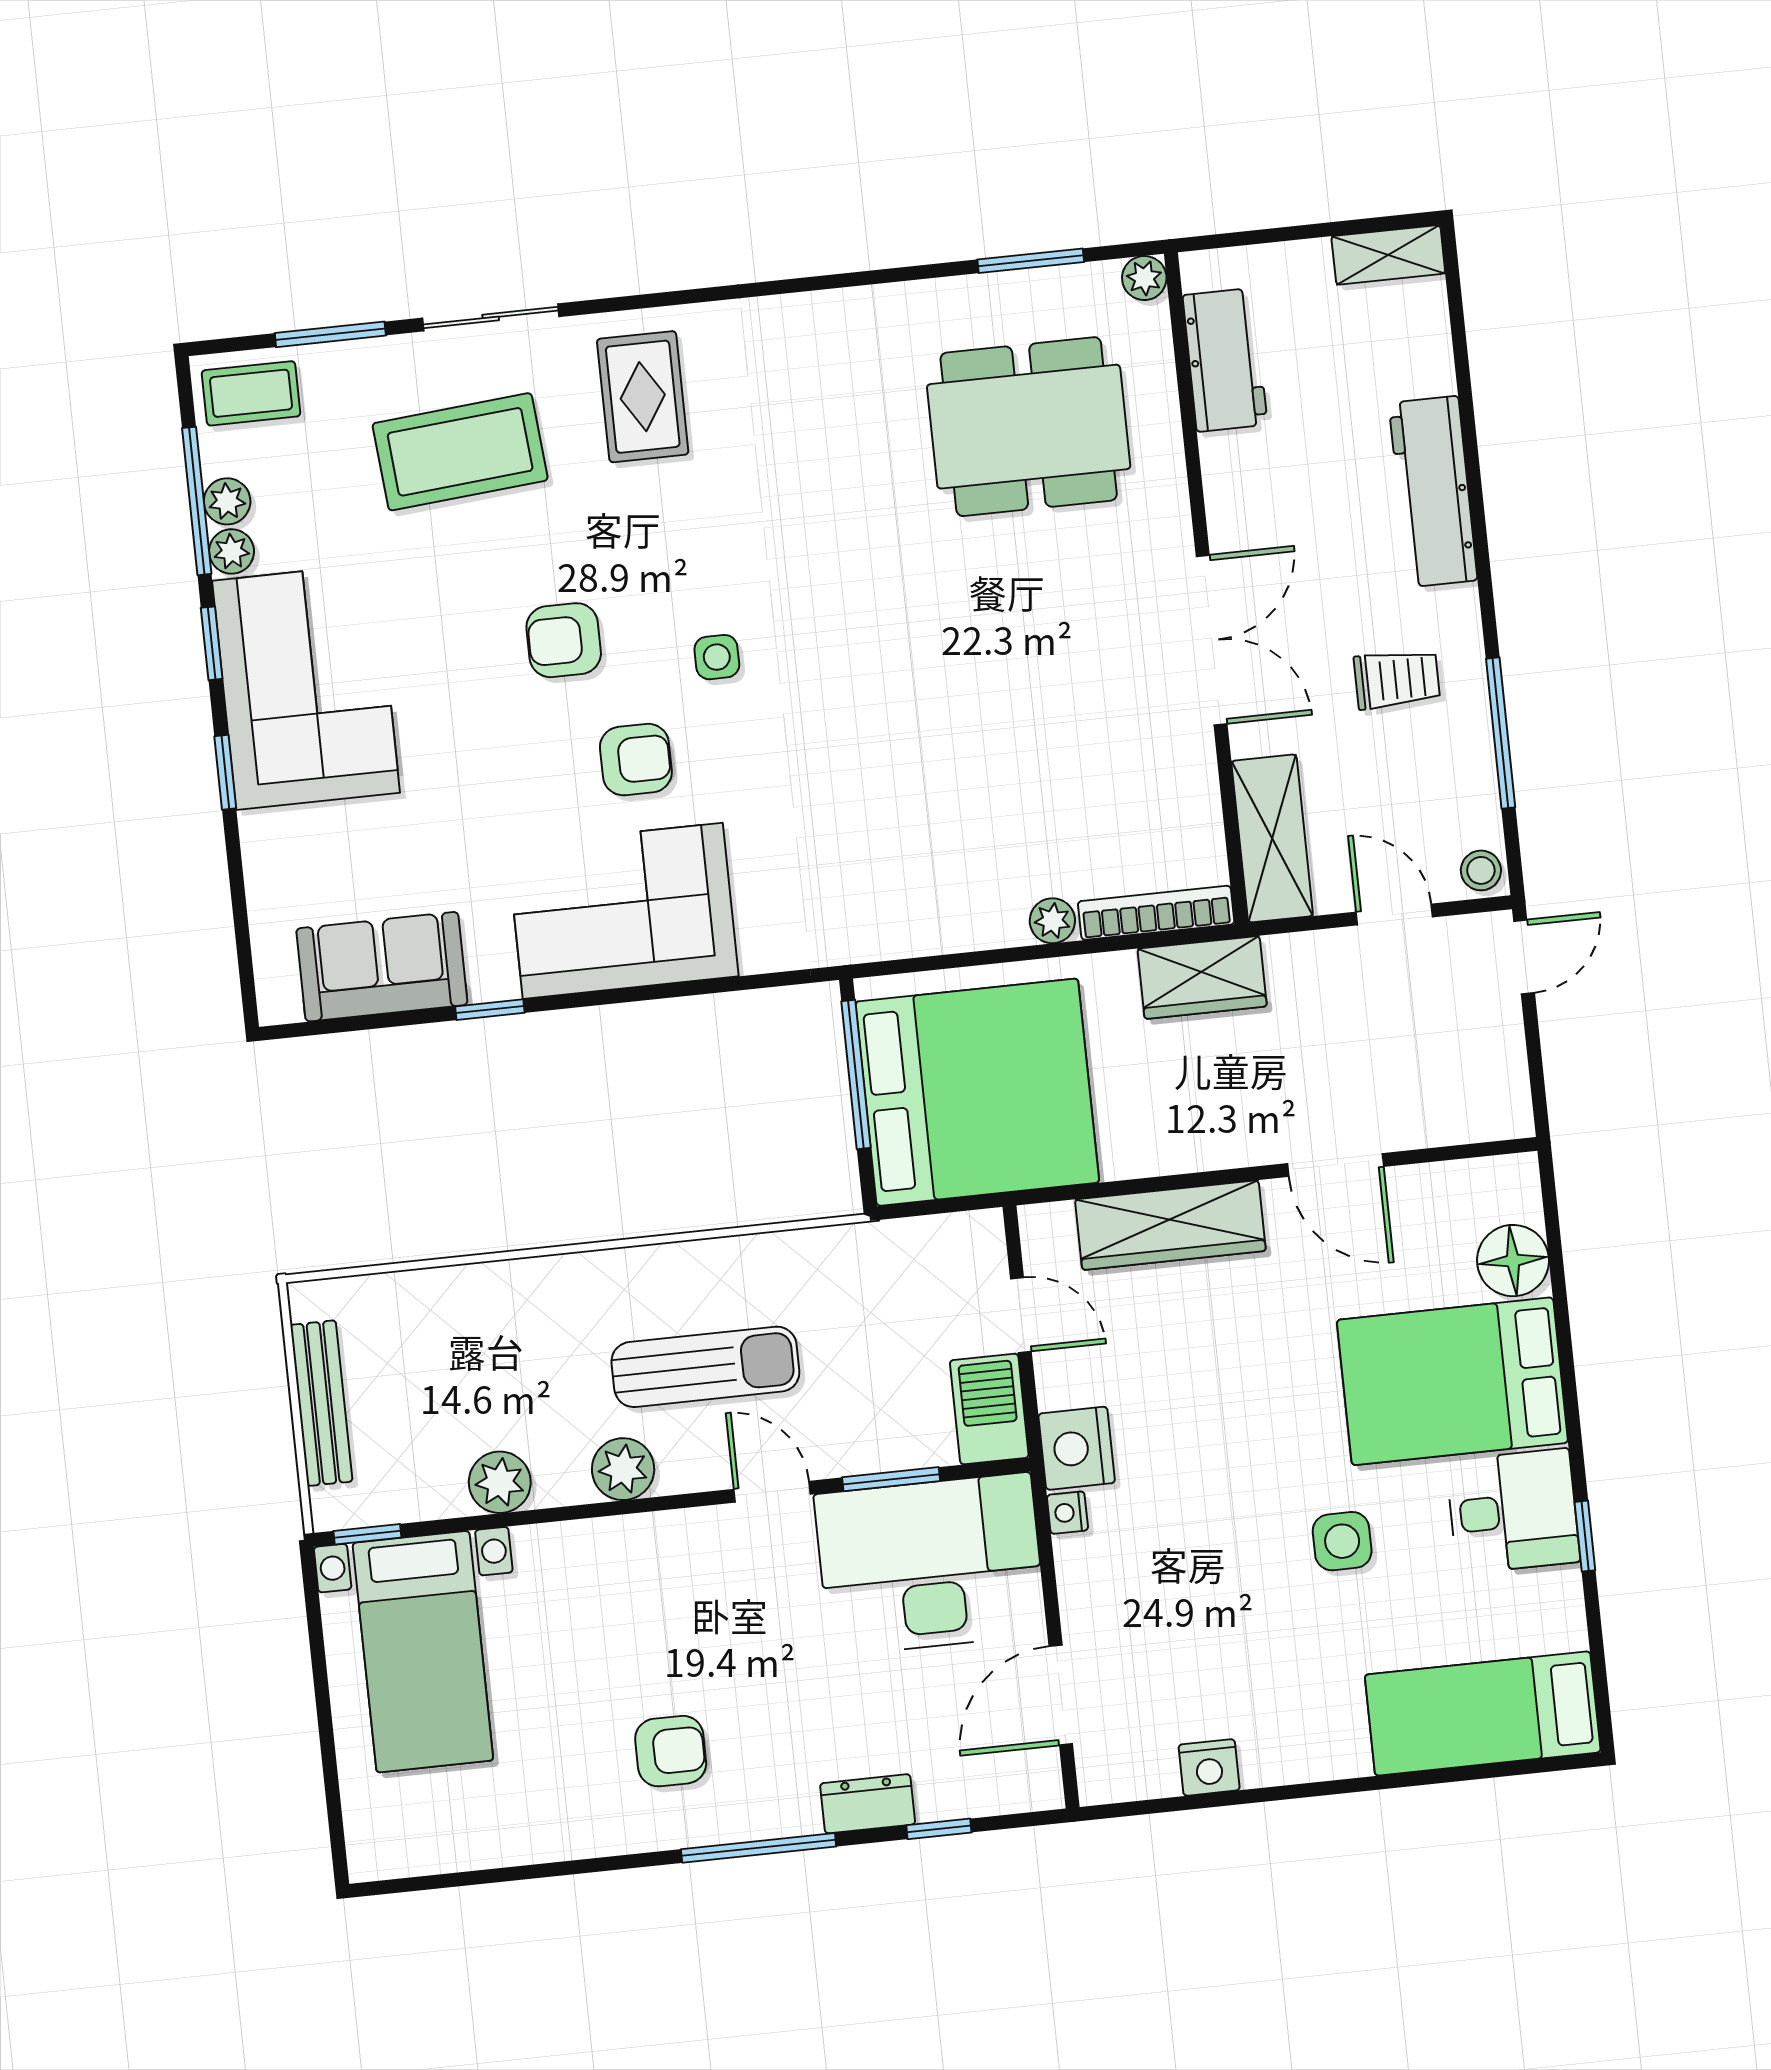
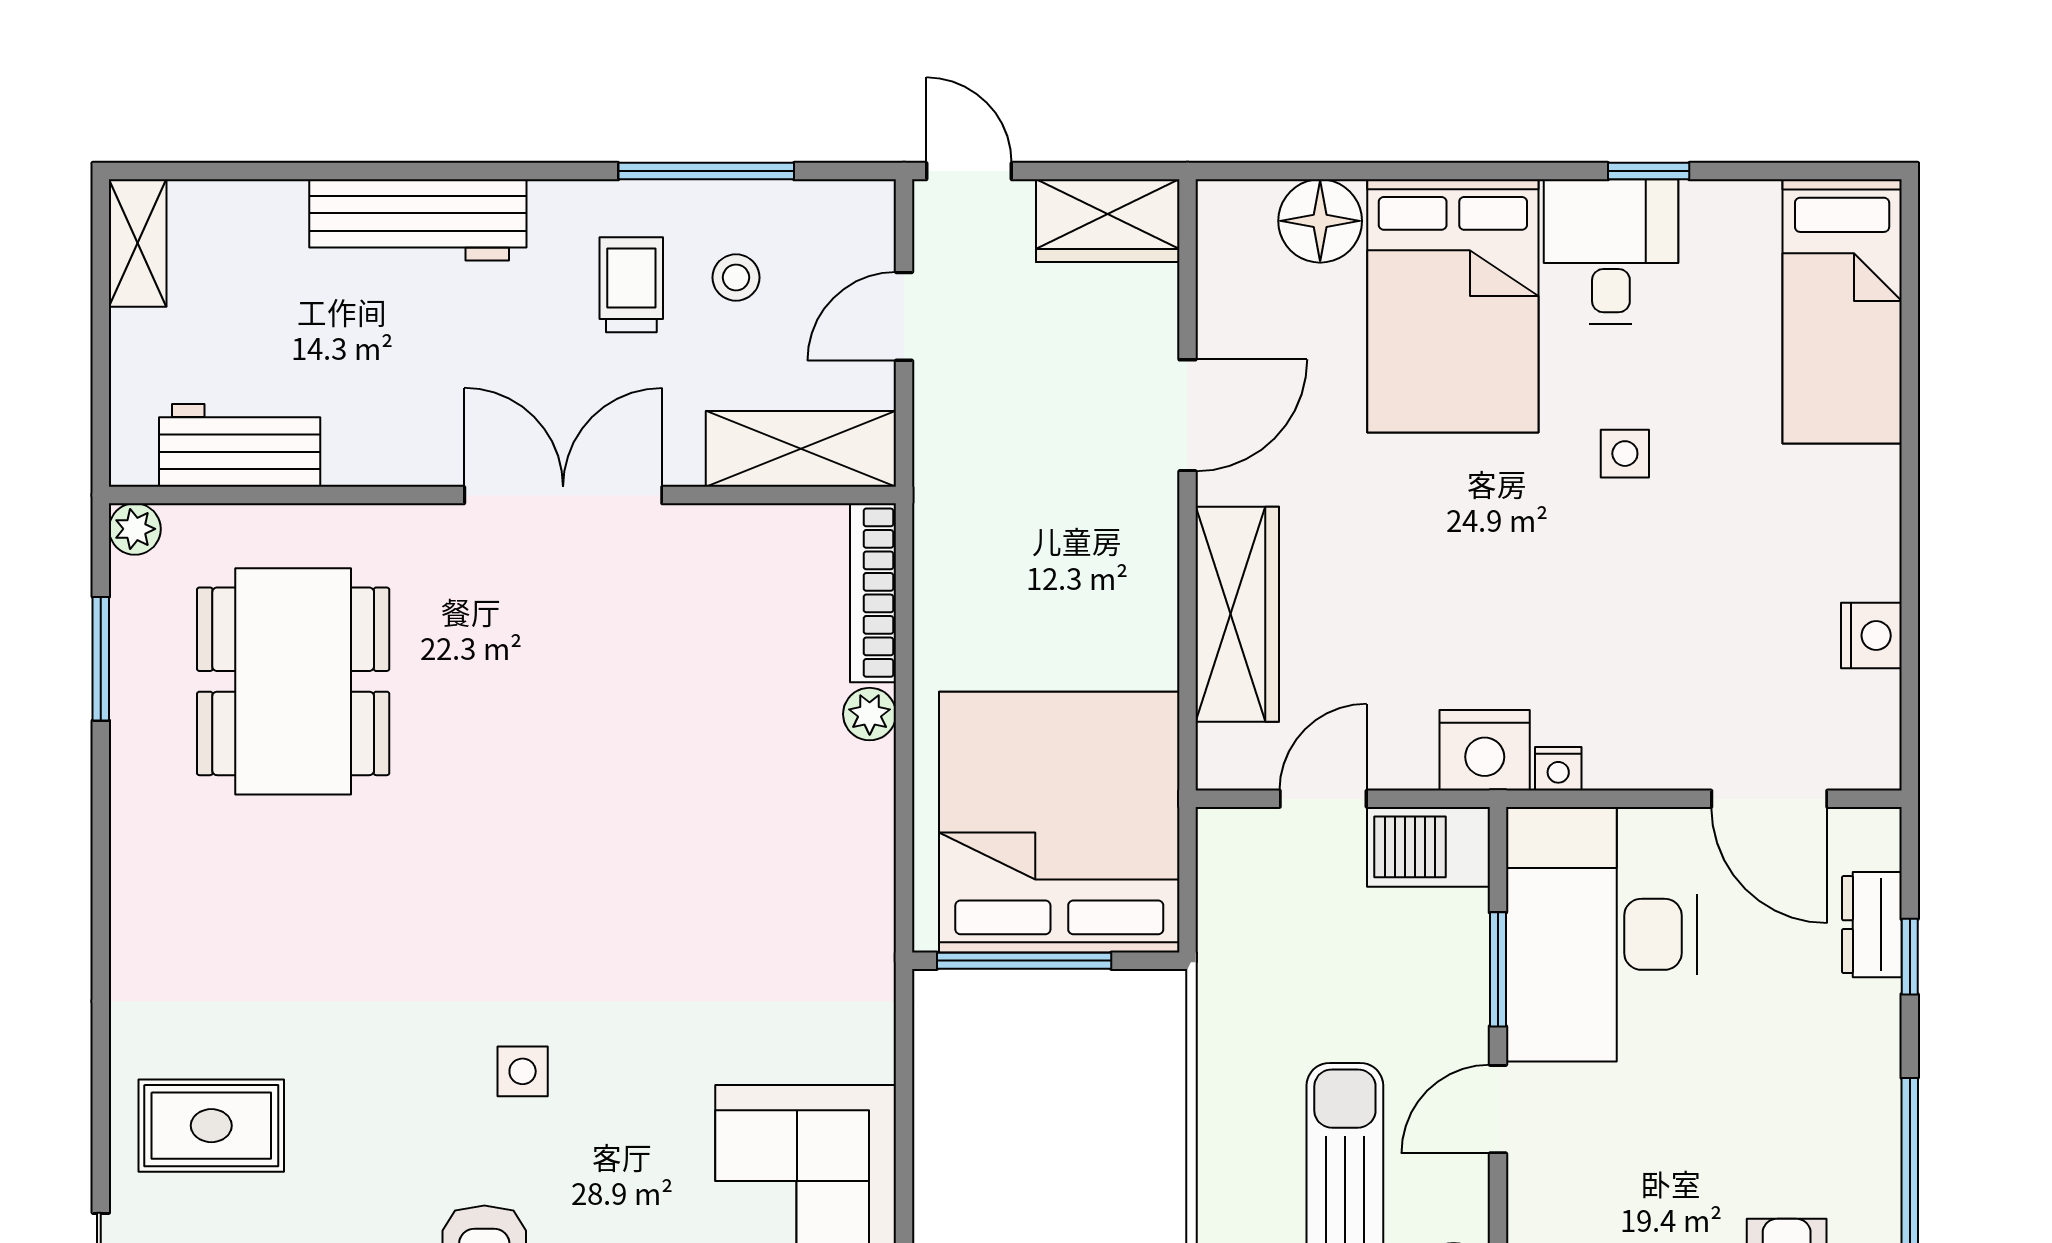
armchair: (636, 760) -> (632, 1178), removed
stool: (1481, 870) -> (736, 277), moved
wardrobe: (1202, 977) -> (1108, 221), moved, turned 90
side table: (1342, 1541) -> (1625, 454), width x0.73, depth x0.73
dresser: (868, 1804) -> (1872, 925), moved

